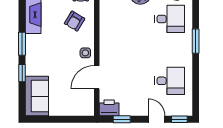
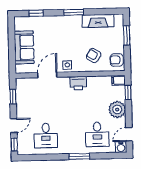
window: (22, 73) -> (36, 13), moved
door: (97, 77) -> (47, 75), hinge flipped
sofa: (37, 96) -> (24, 47), moved, turned -90
printer: (109, 108) -> (78, 83), moved, turned 90

